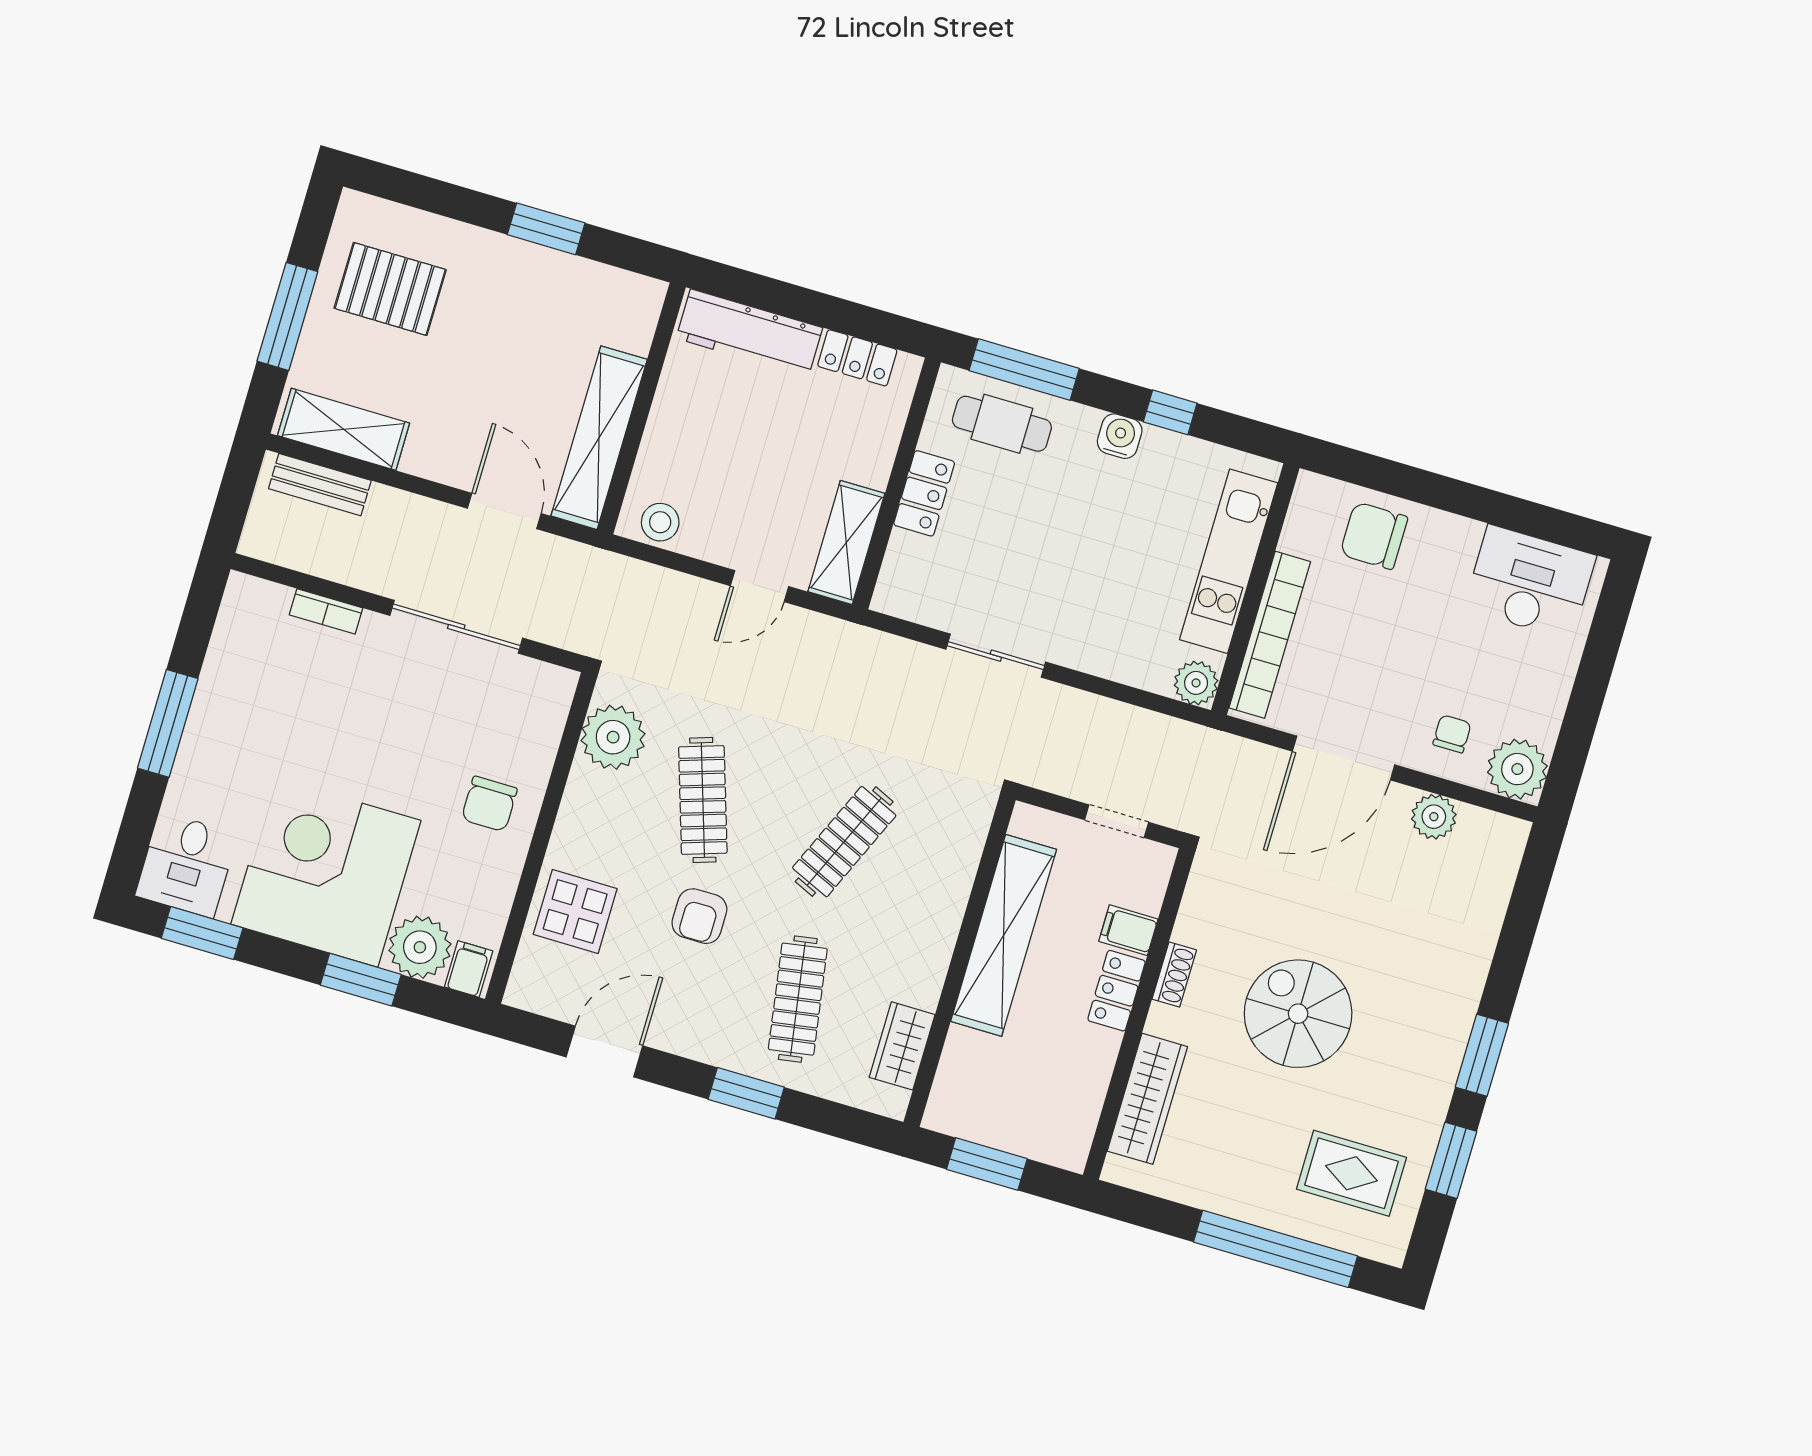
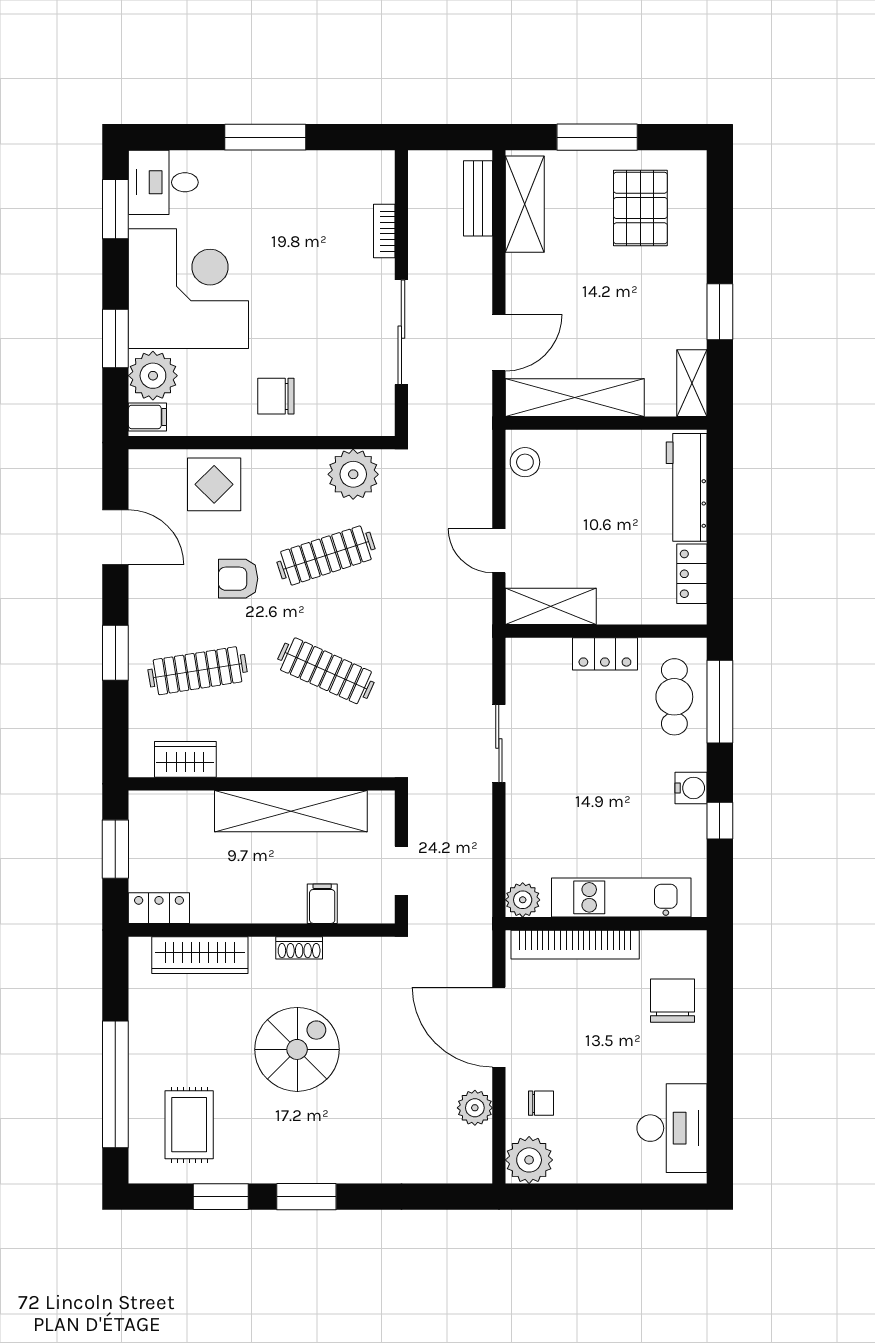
shelving: (623, 289) -> (692, 383), added
locker: (1117, 991) -> (159, 908), moved

